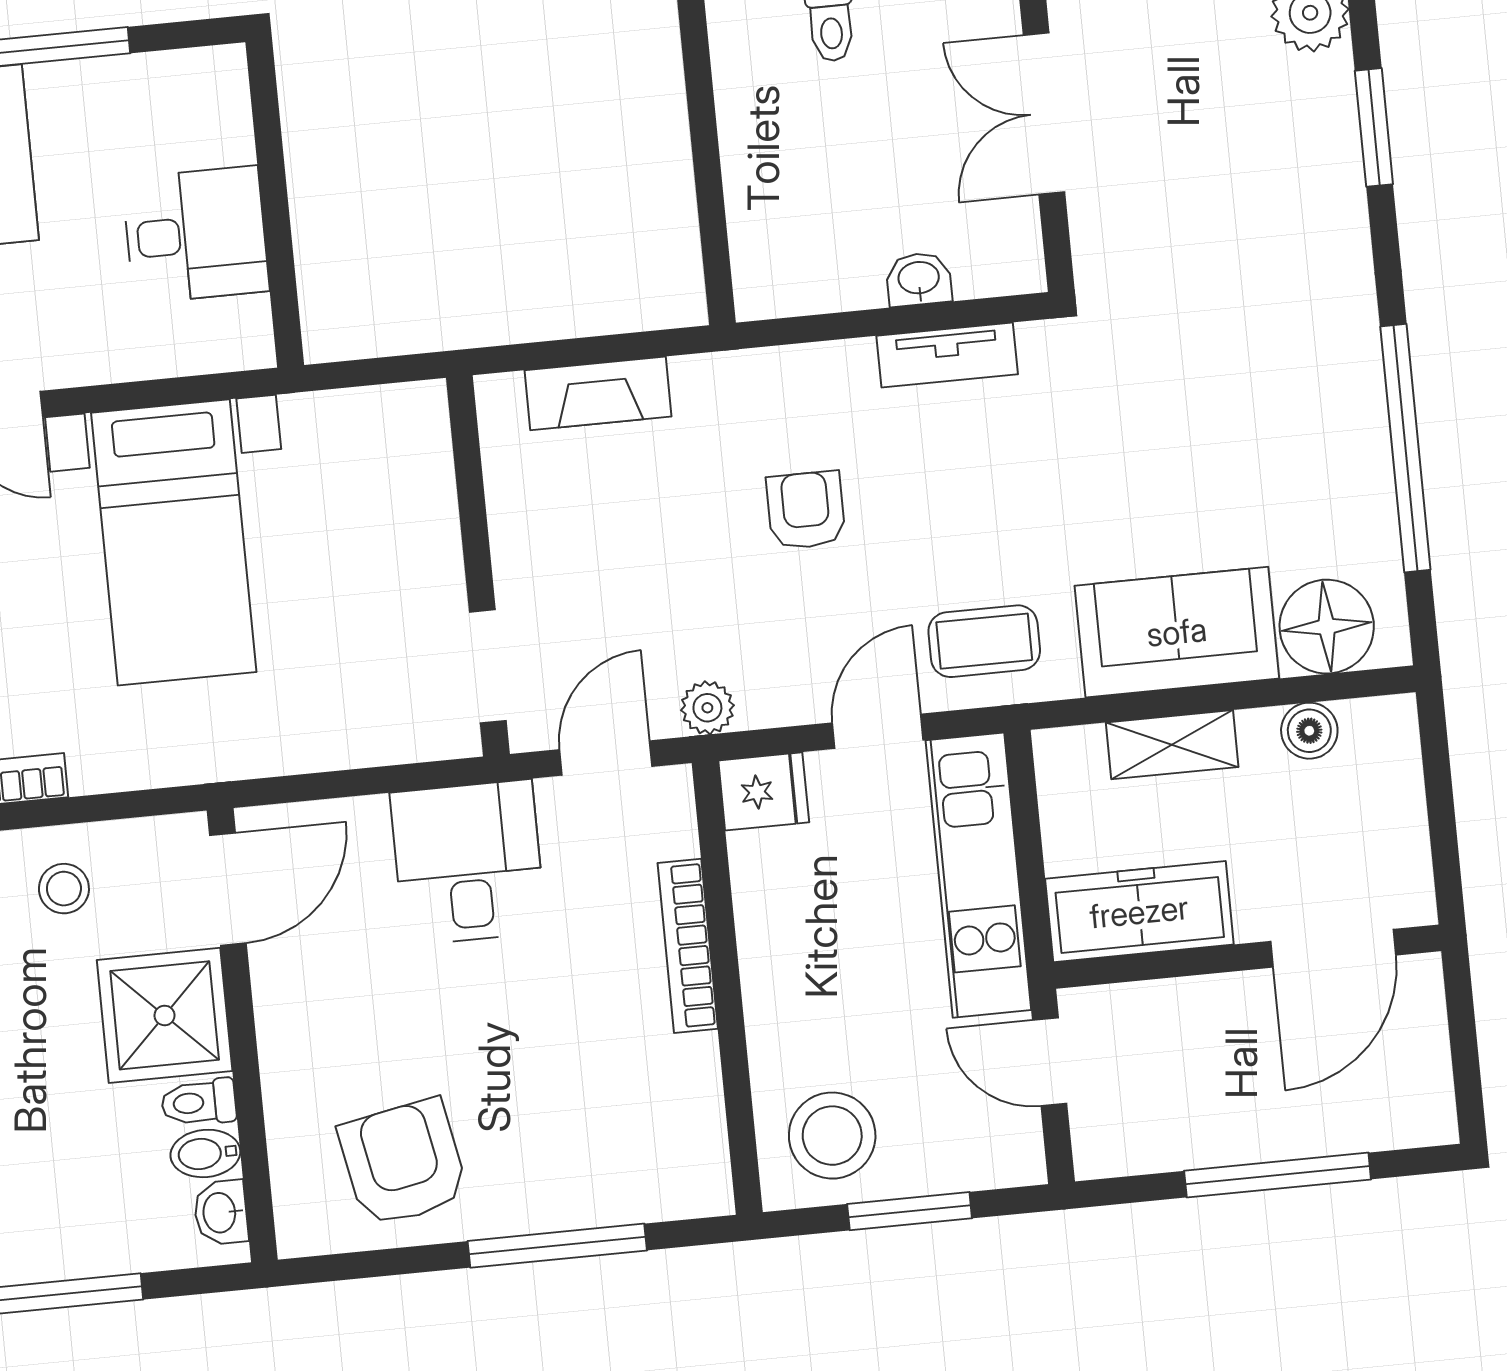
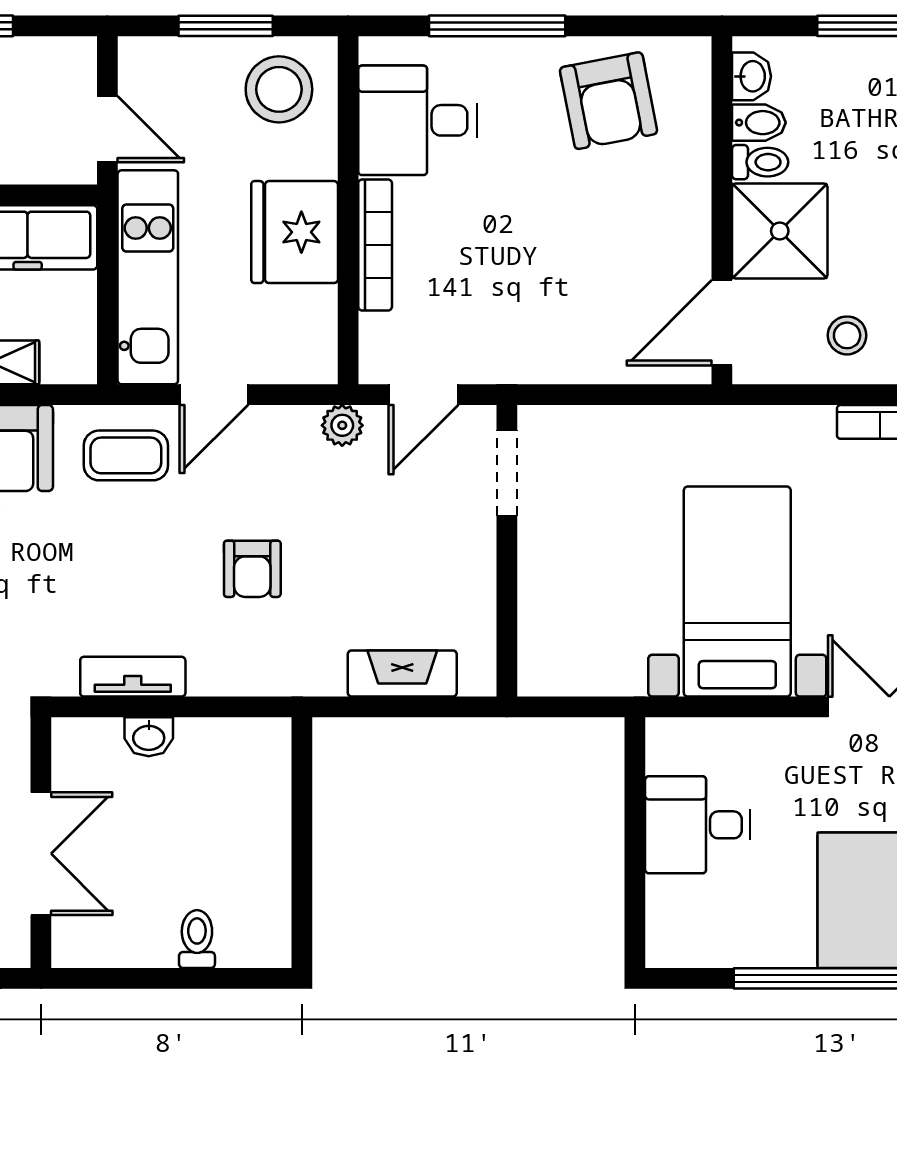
fridge: (764, 791) -> (295, 232), moved, width x1.88, depth x1.34
desk: (468, 862) -> (417, 120), moved, turned 90

